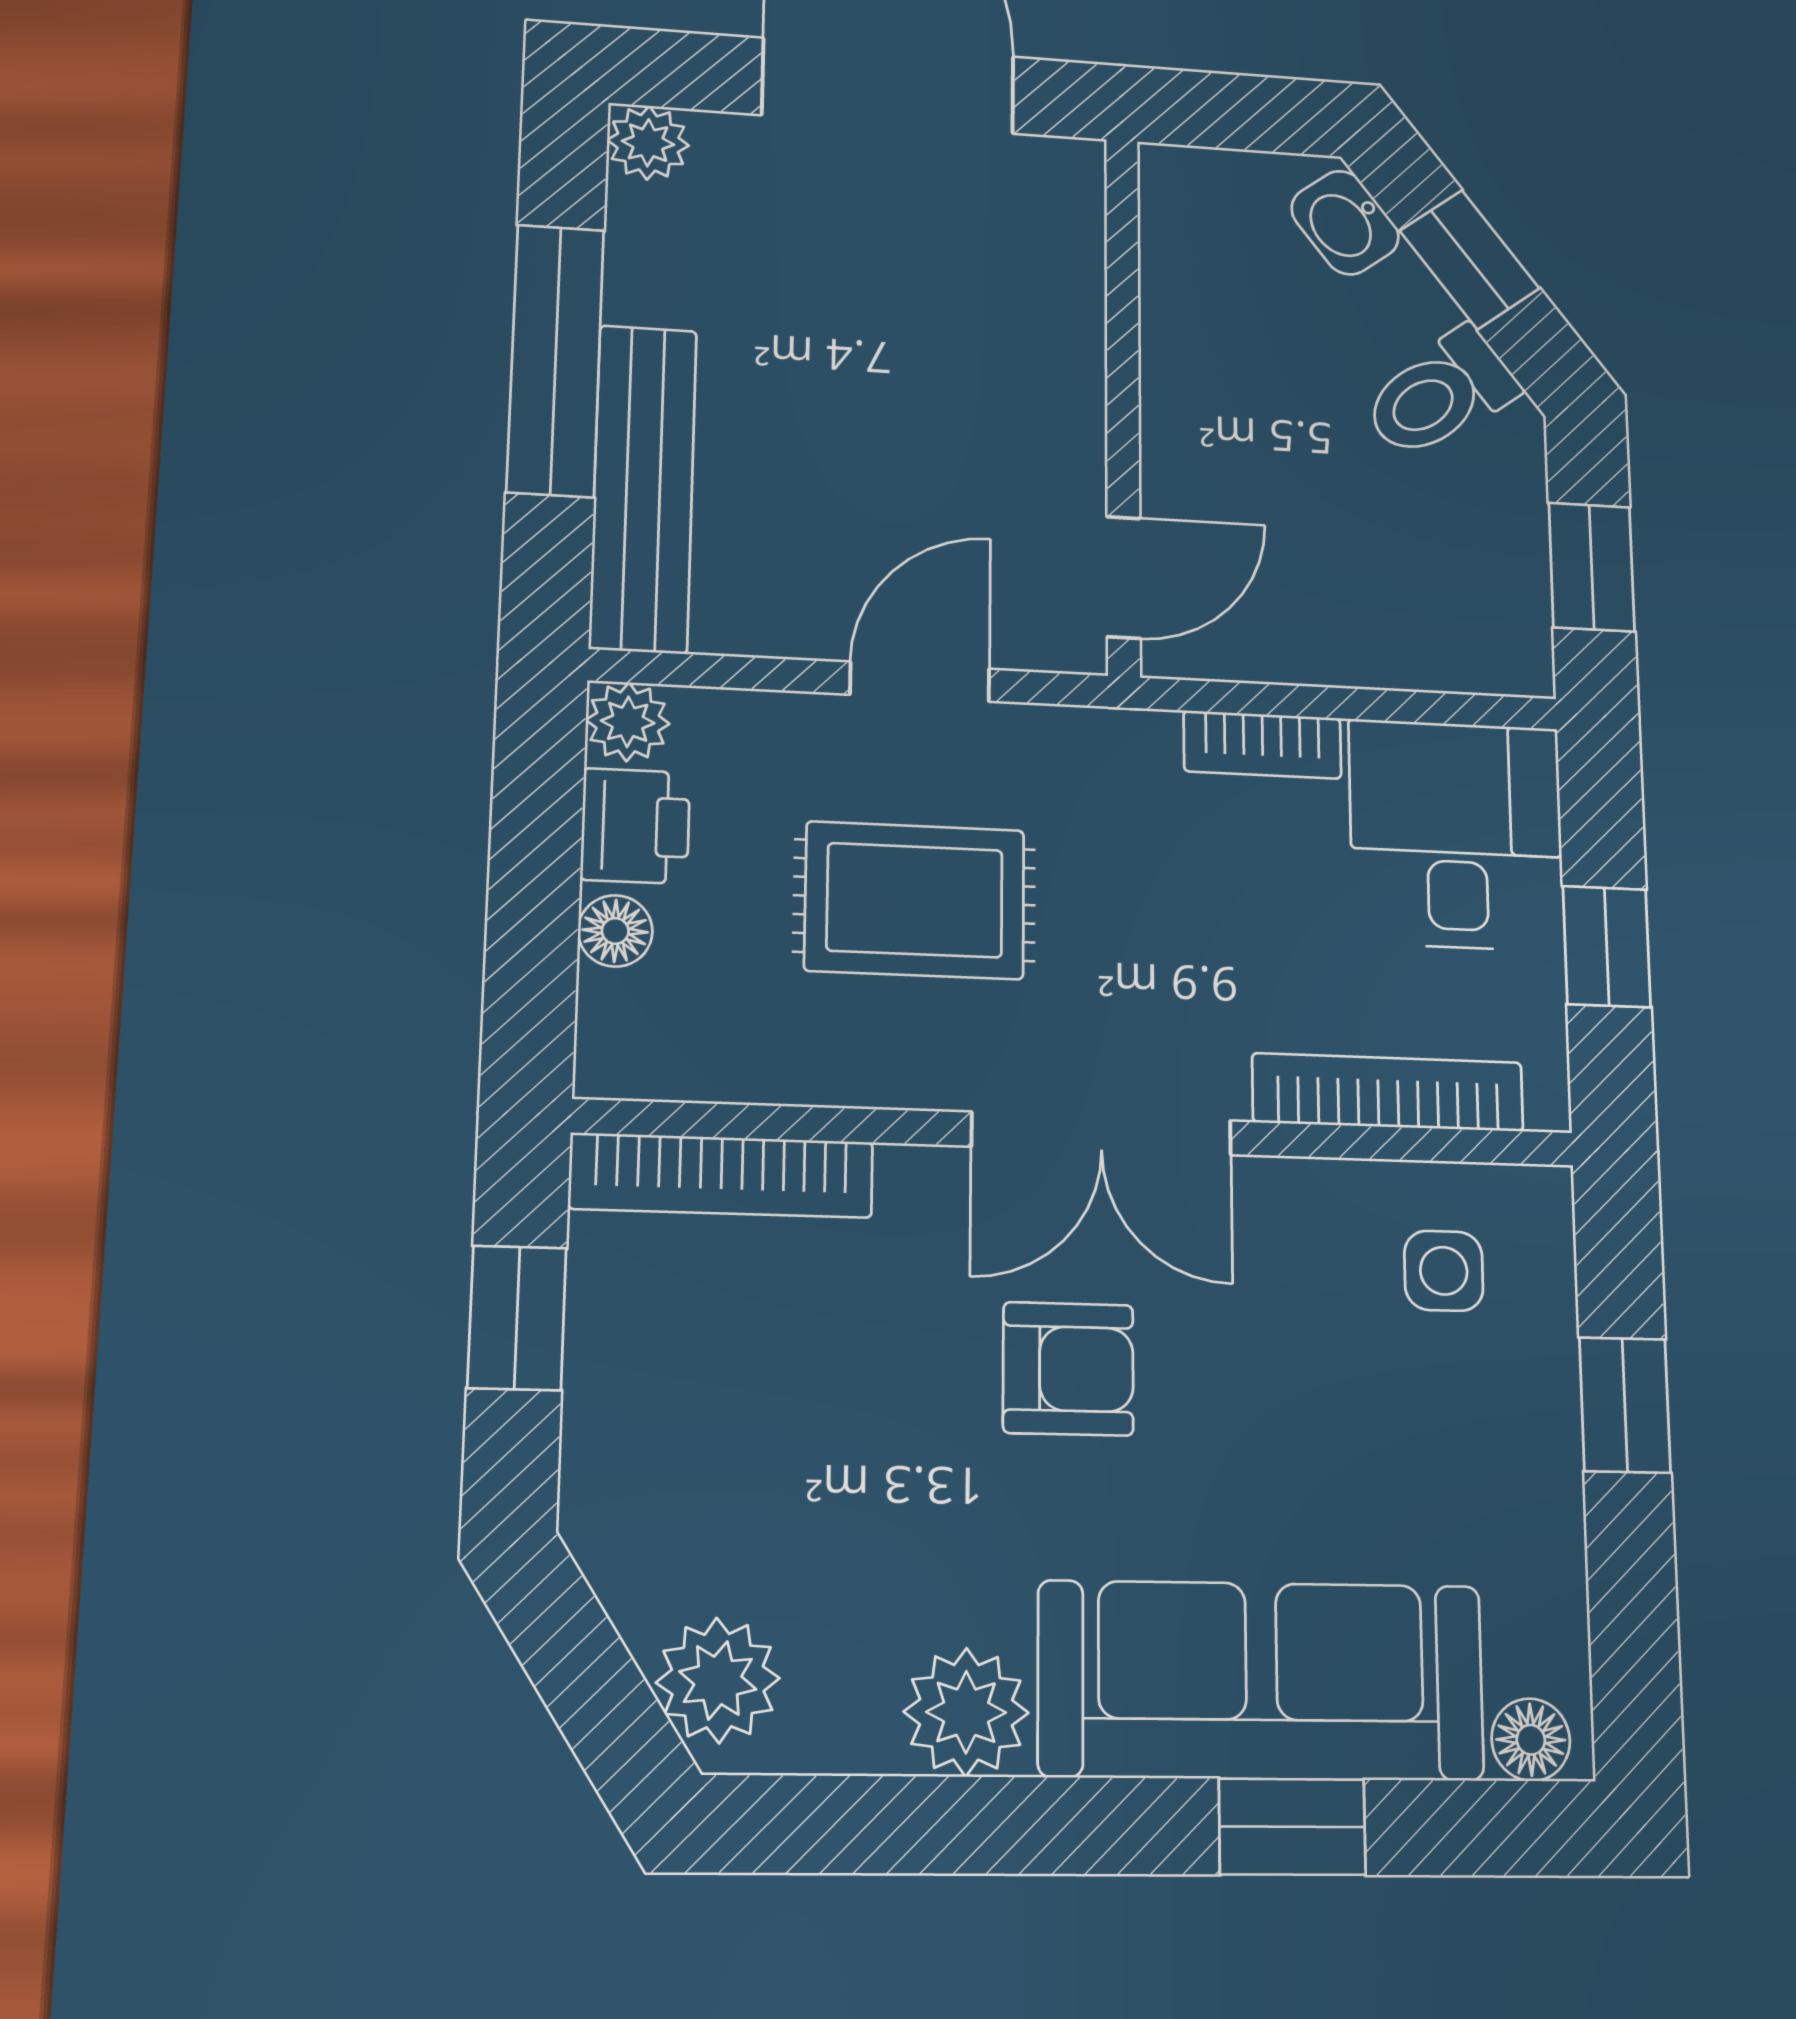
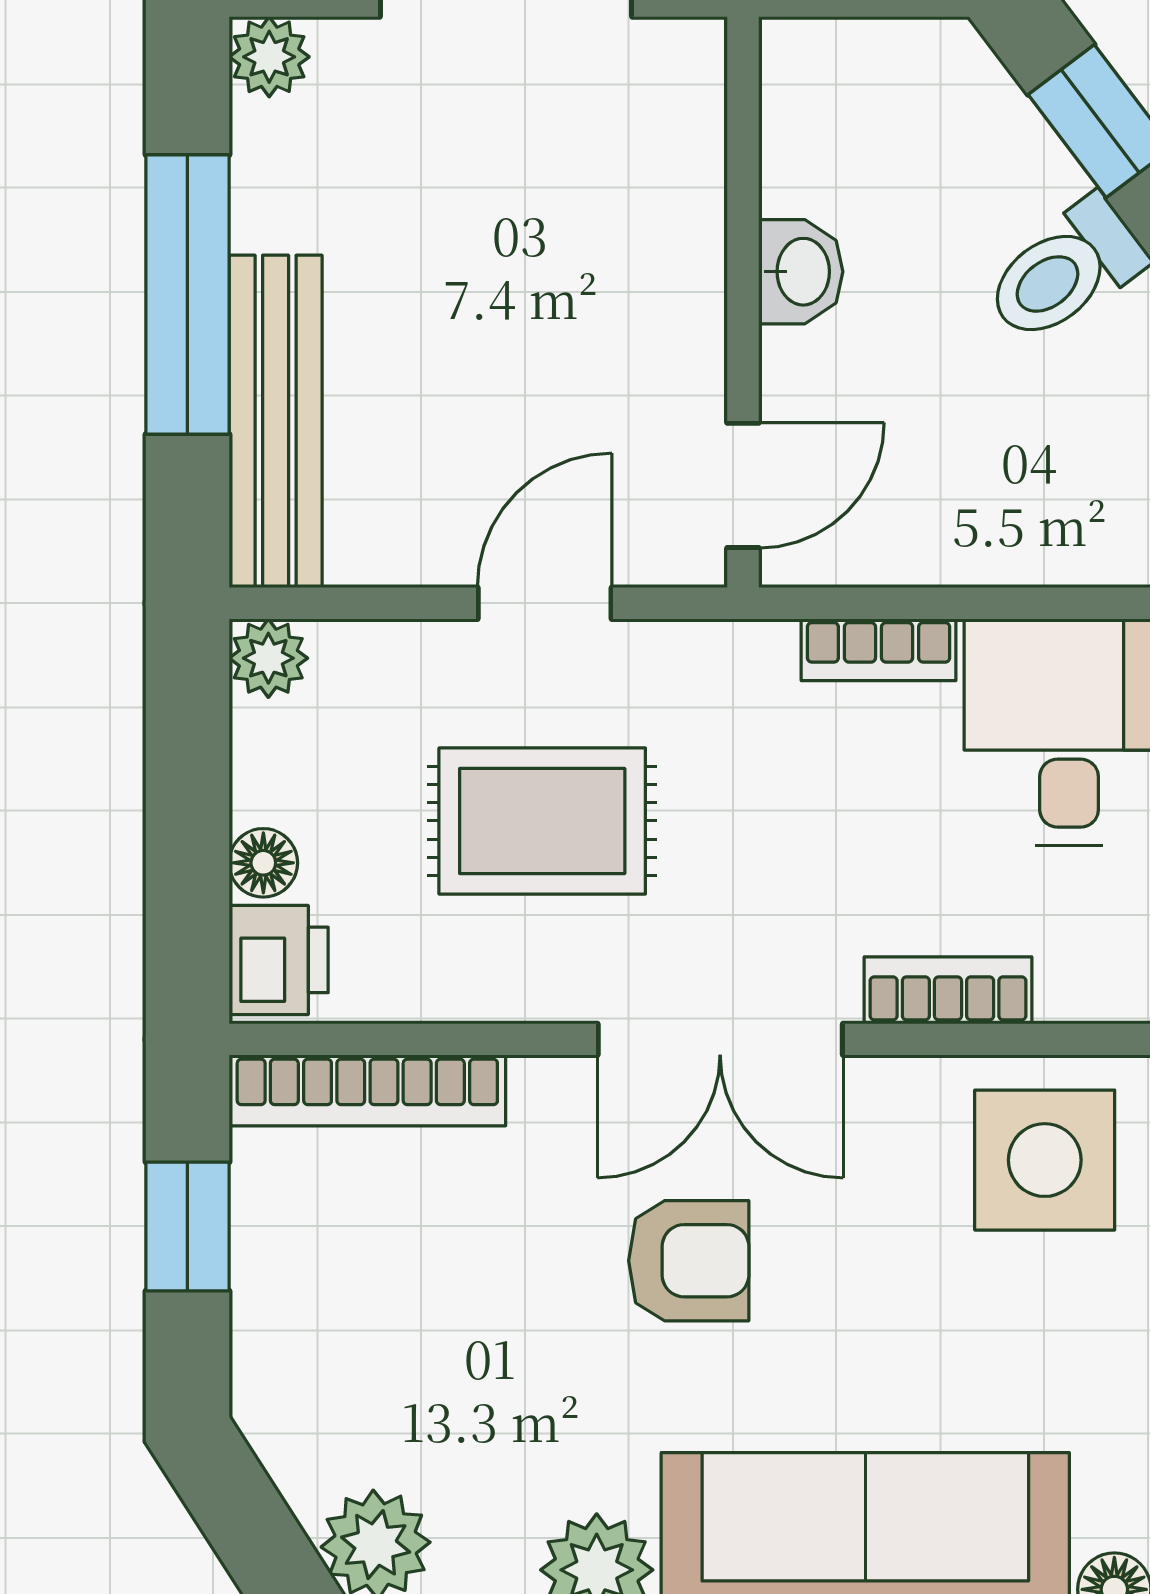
washbasin: (1345, 223) -> (801, 272), moved, turned -143
printer: (635, 826) -> (279, 960), moved
bookcase: (1388, 1092) -> (948, 990), width x0.64
side table: (1444, 1271) -> (1045, 1160), width x1.87, depth x1.87

